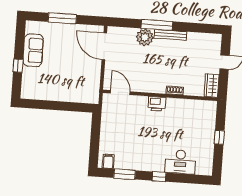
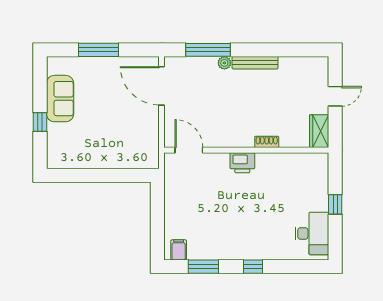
window: (157, 25) -> (208, 50), moved
plant: (145, 37) -> (224, 63), width x0.53, depth x0.53
desk: (180, 162) -> (312, 234), moved, turned -90

